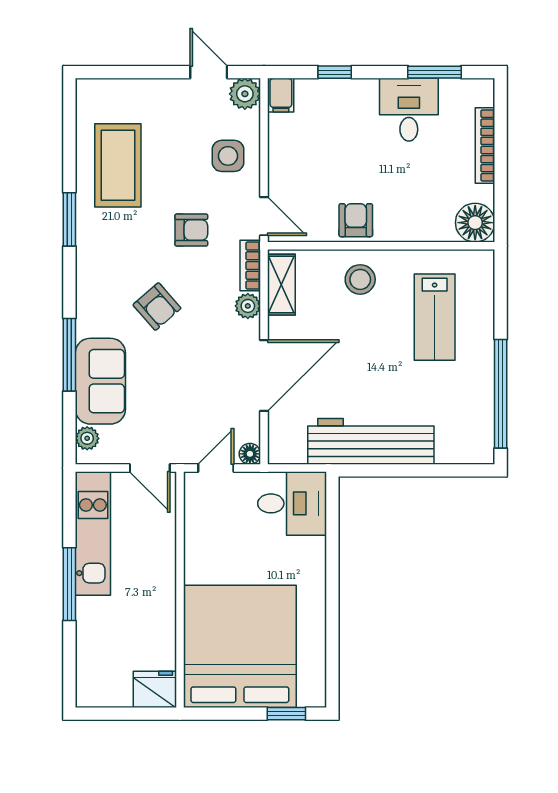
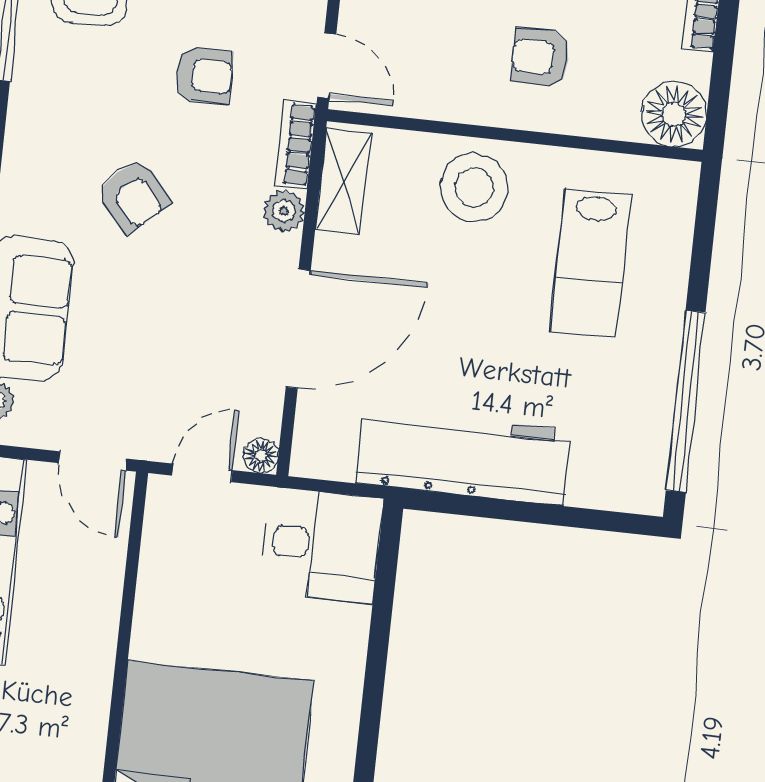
armchair: (356, 220) -> (541, 57), moved, turned -90
stool: (360, 279) -> (474, 187), width x1.38, depth x1.38

